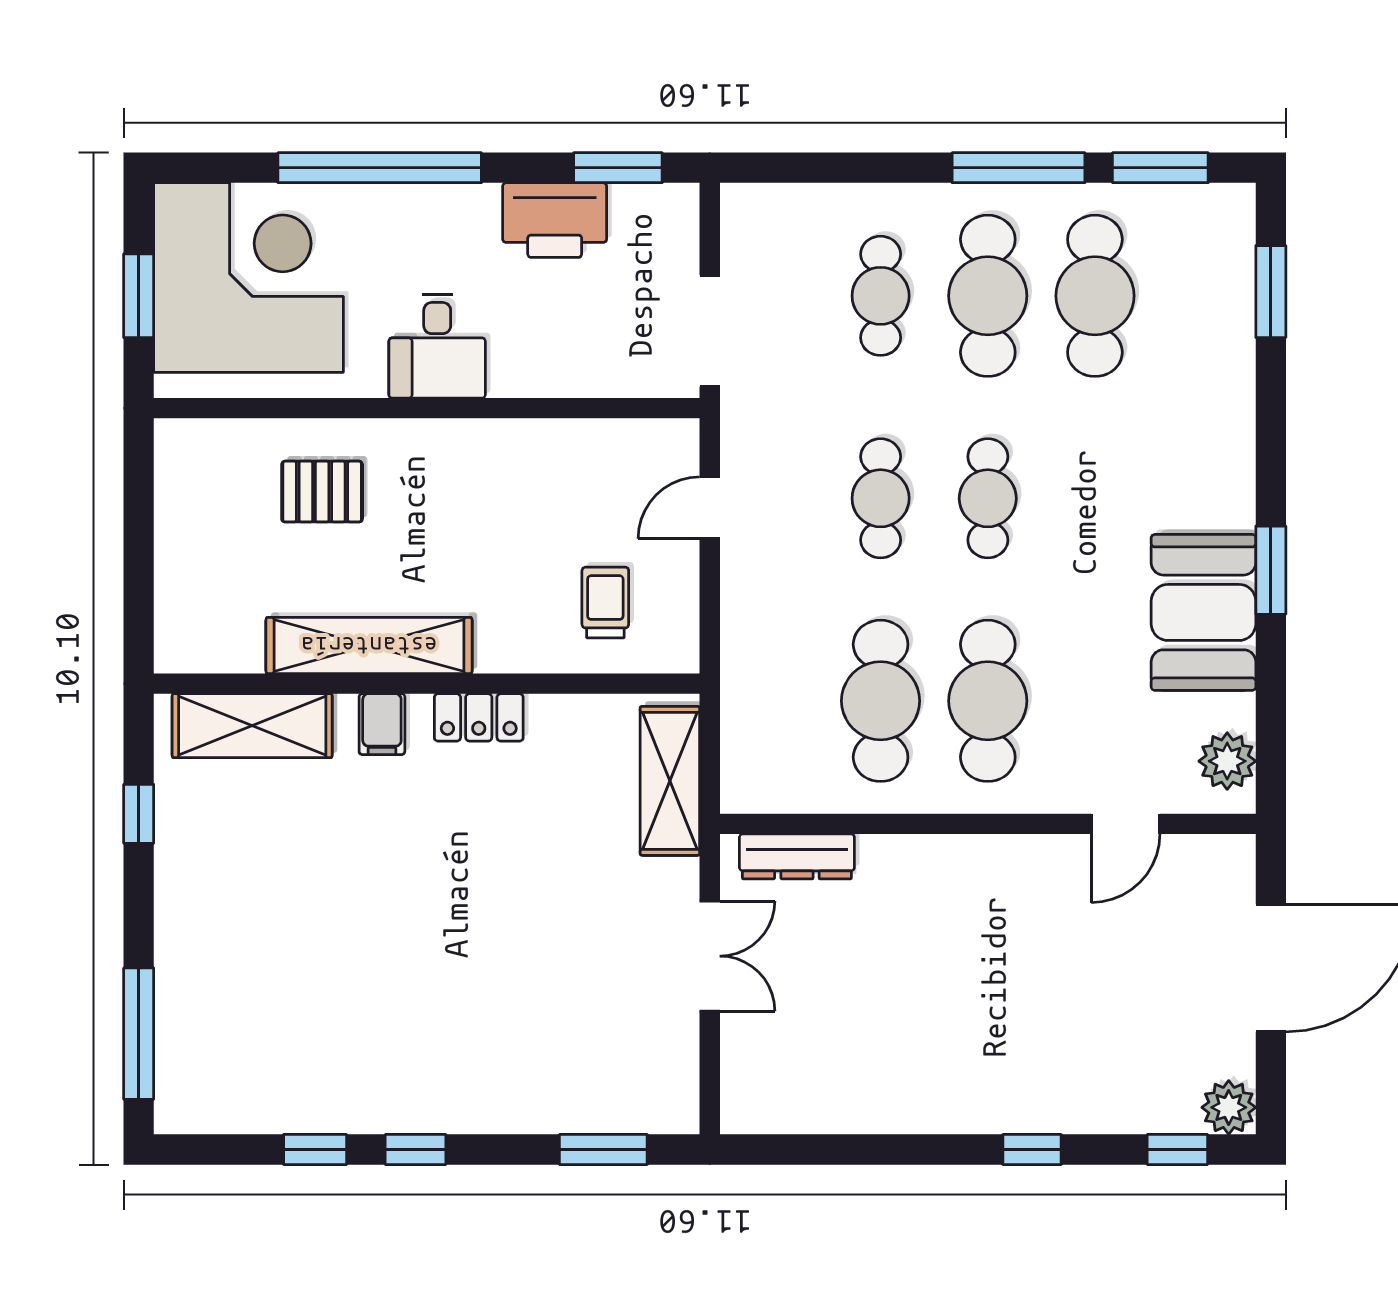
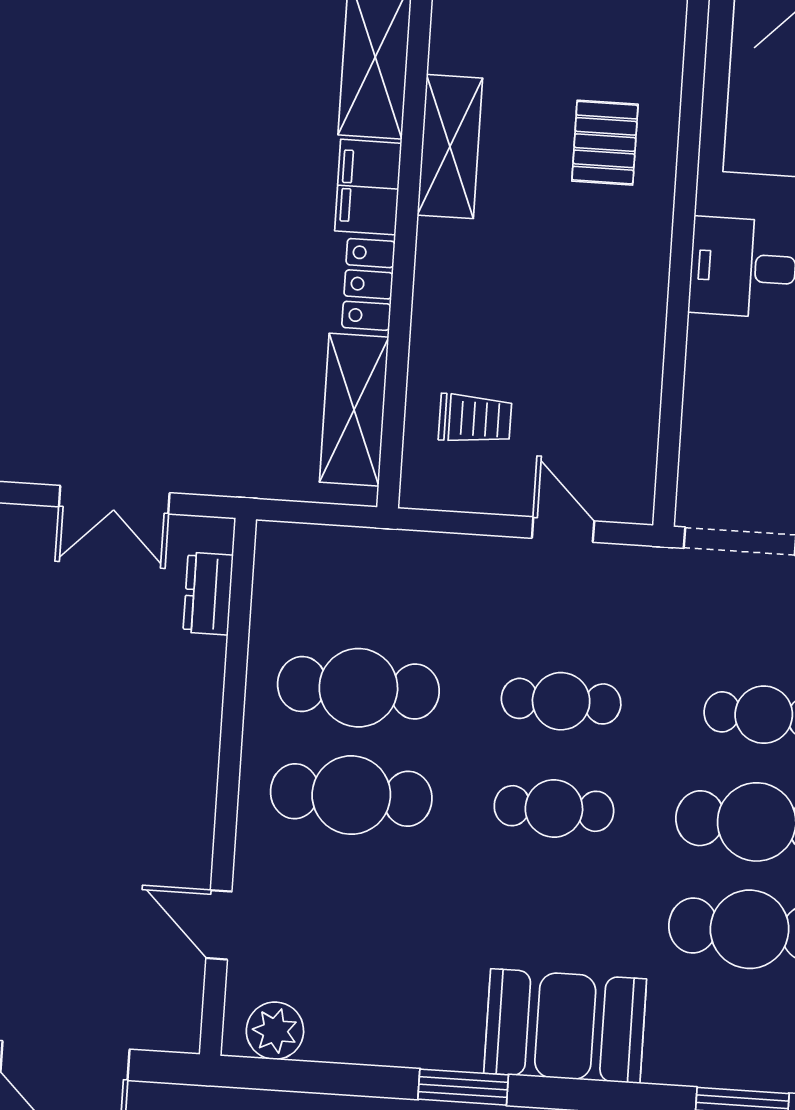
booth: (1203, 612) -> (565, 1026), moved
shelving: (369, 646) -> (450, 147), width x0.68
filing cabinet: (382, 724) -> (368, 187), width x2.00
shelving: (670, 781) -> (354, 410), moved, turned 90
dresser: (797, 856) -> (208, 594), width x0.70

